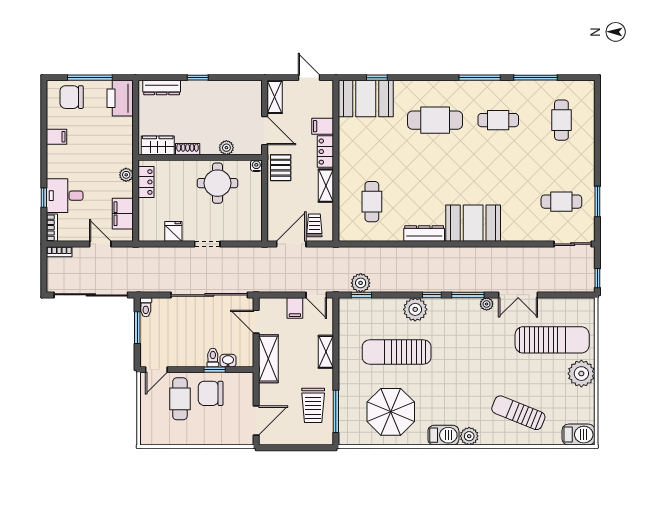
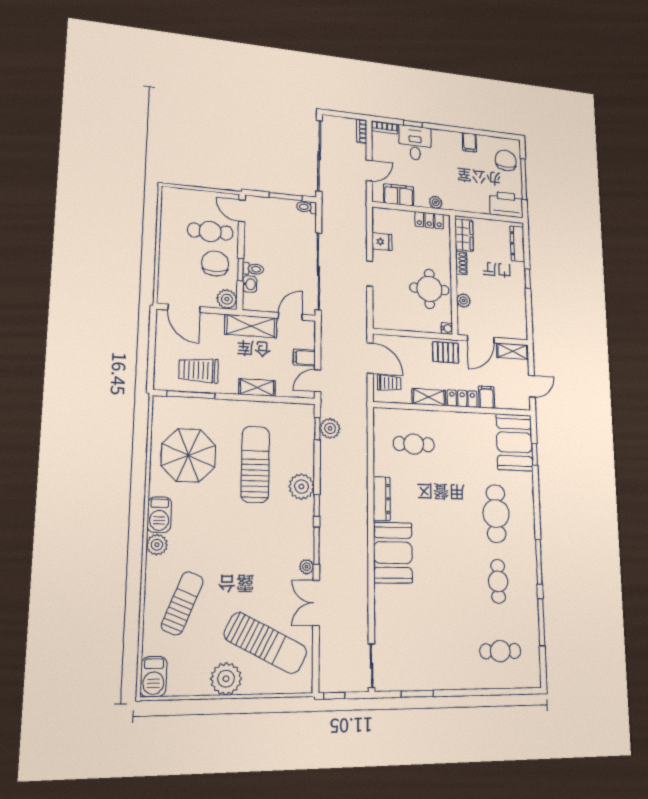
cafe table: (561, 202) -> (417, 652), removed
sun lounger: (552, 340) -> (266, 643), turned -63
plant: (244, 382) -> (227, 299), added

